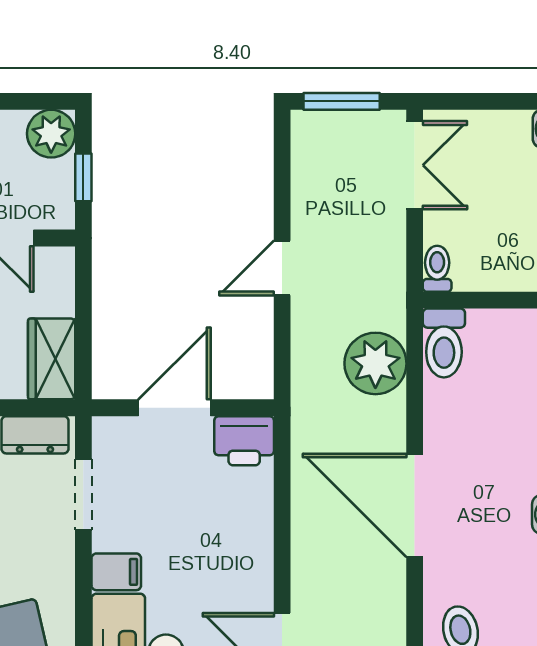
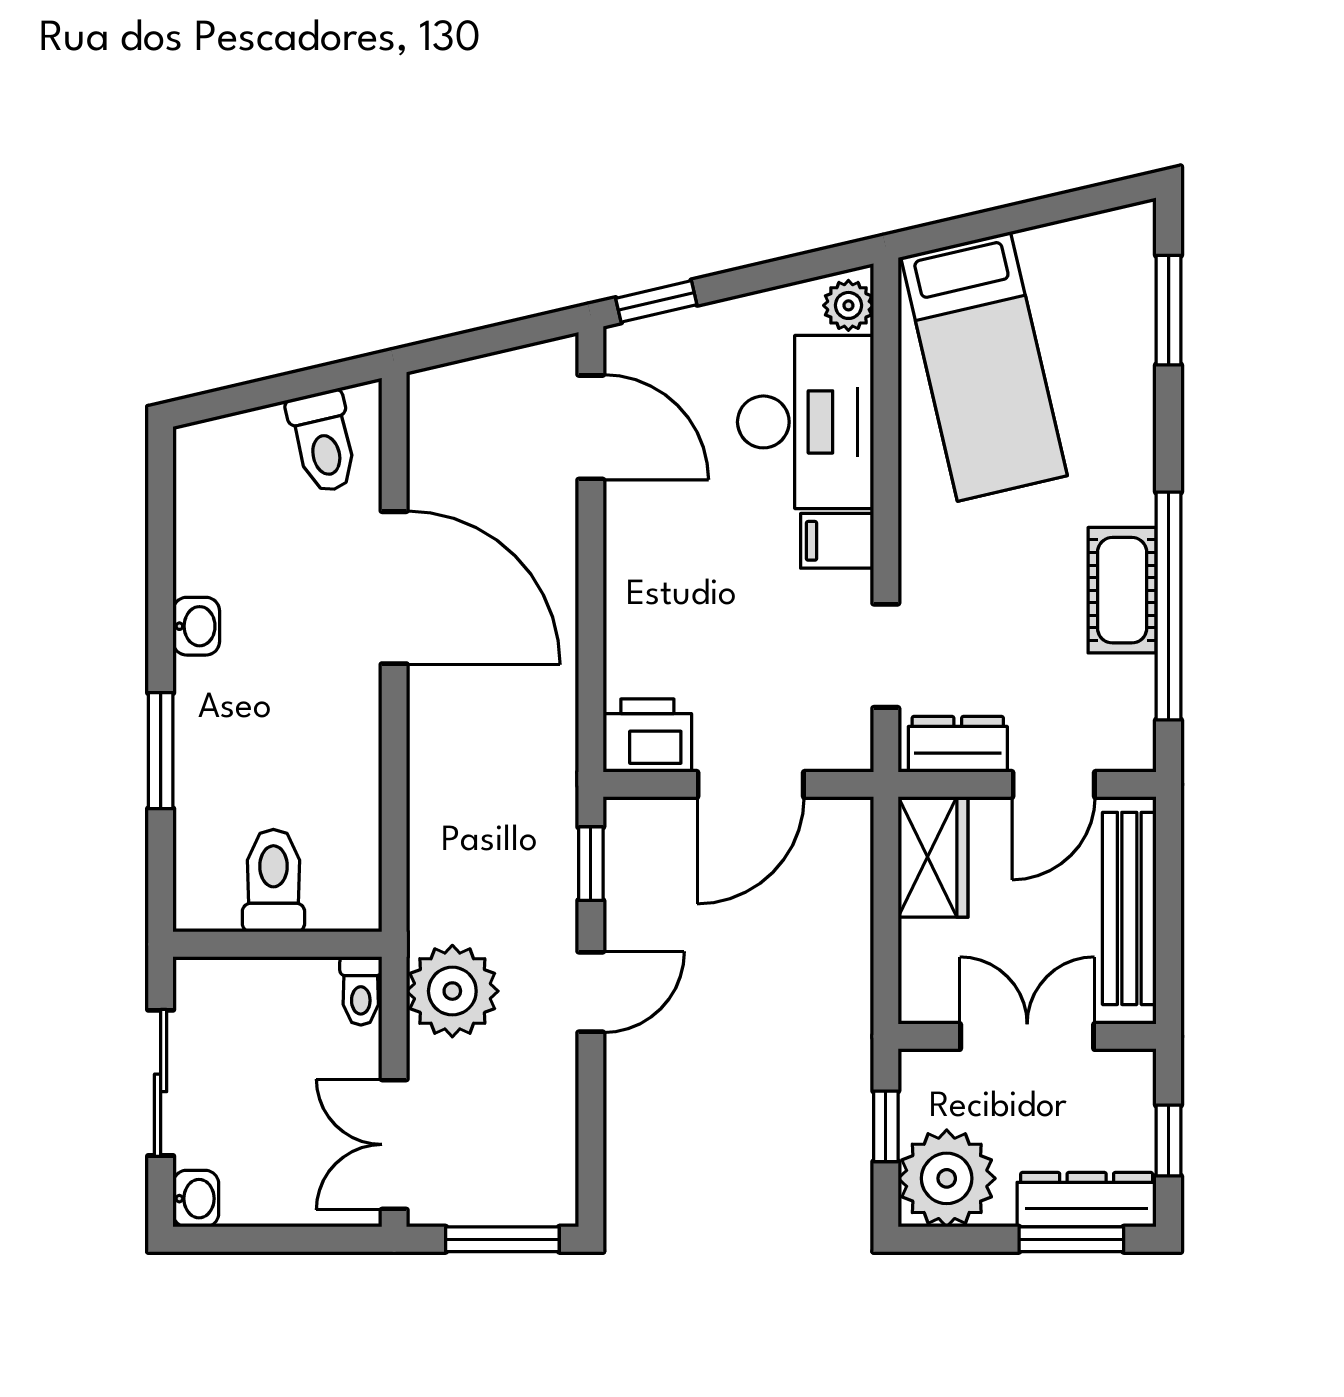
plant: (51, 134) -> (947, 1178), width x1.36, depth x1.36
toilet: (444, 343) -> (273, 881), moved
window: (282, 354) -> (591, 864), added
plant: (375, 363) -> (452, 991), moved
door: (415, 505) -> (394, 588), moved

